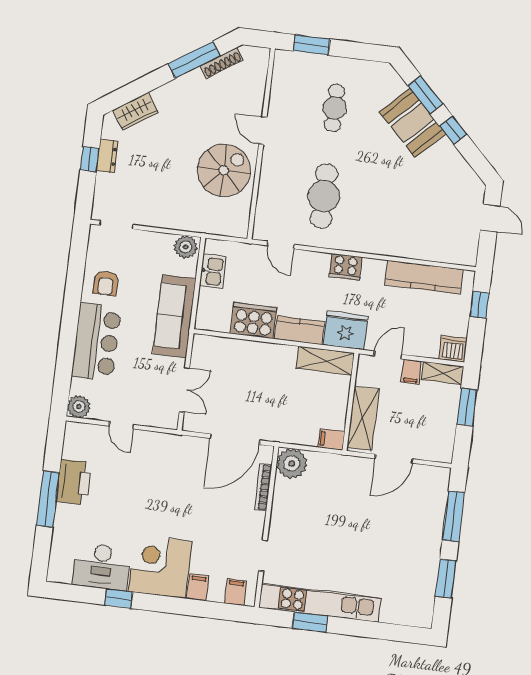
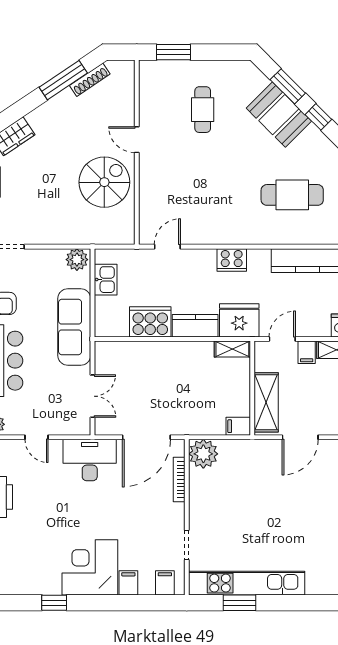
cafe table: (324, 196) -> (292, 195), moved, turned 90
door: (281, 245) -> (167, 247), swing flipped
shelving: (325, 361) -> (232, 349), width x0.67, depth x0.75
desk: (102, 566) -> (90, 460), moved, turned 180

